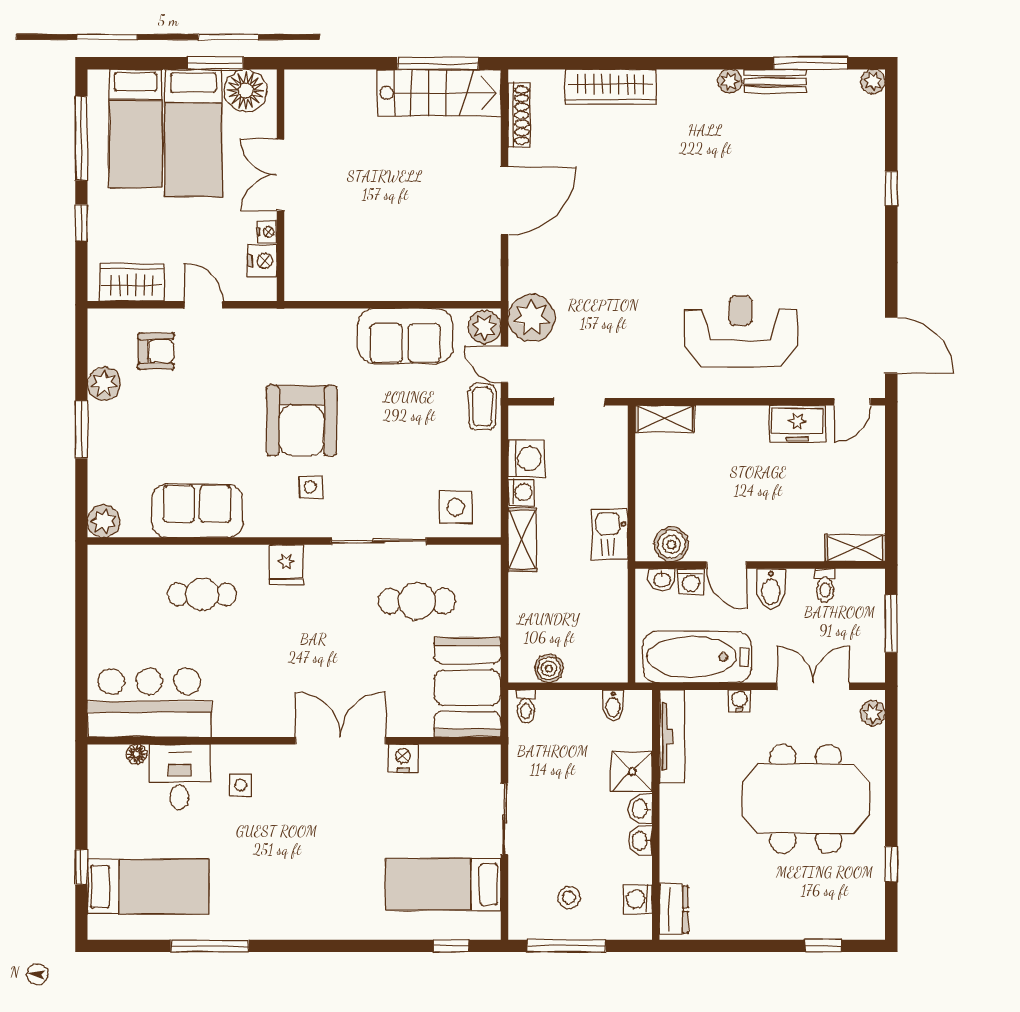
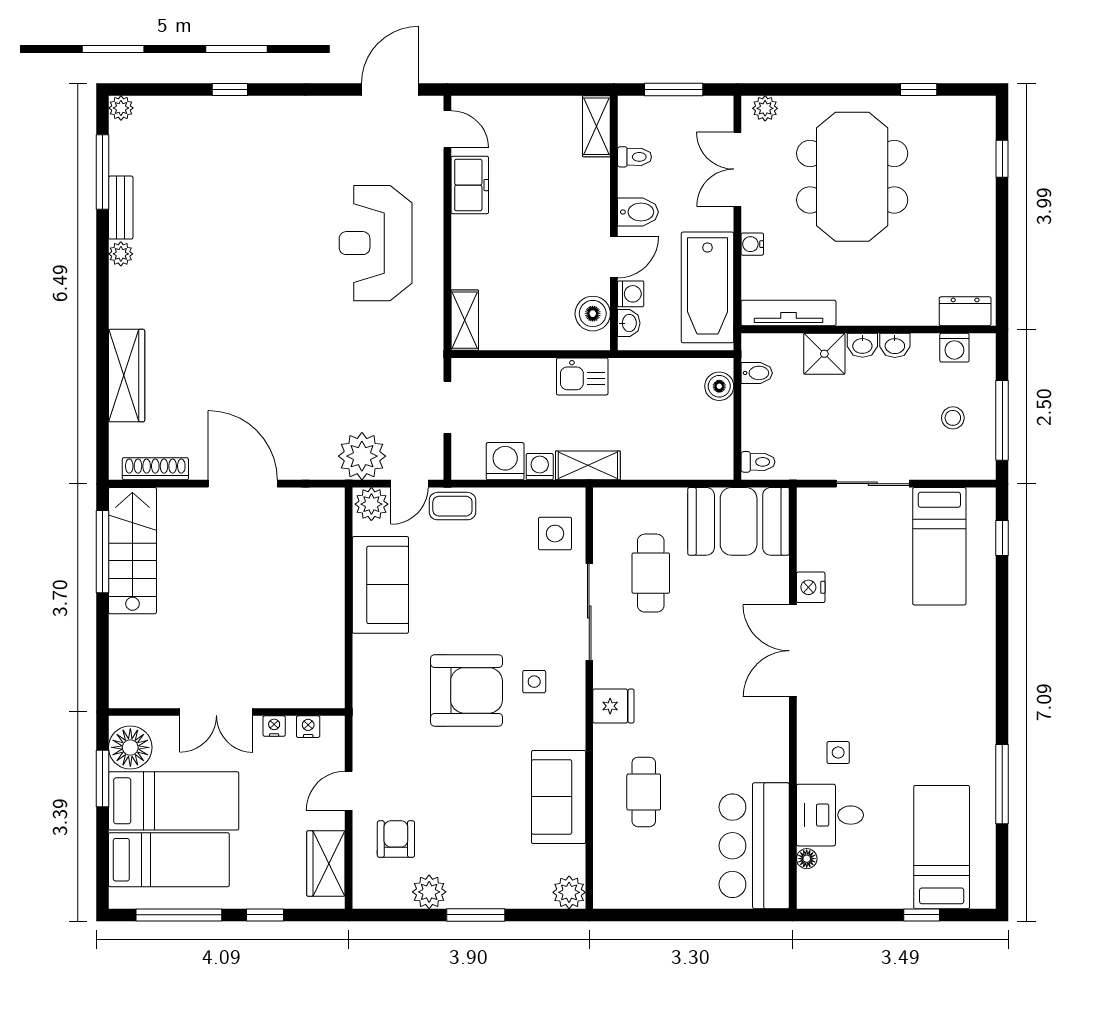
nightstand: (262, 261) -> (308, 727), width x0.72, depth x0.74
boiler: (549, 668) -> (719, 386), moved

